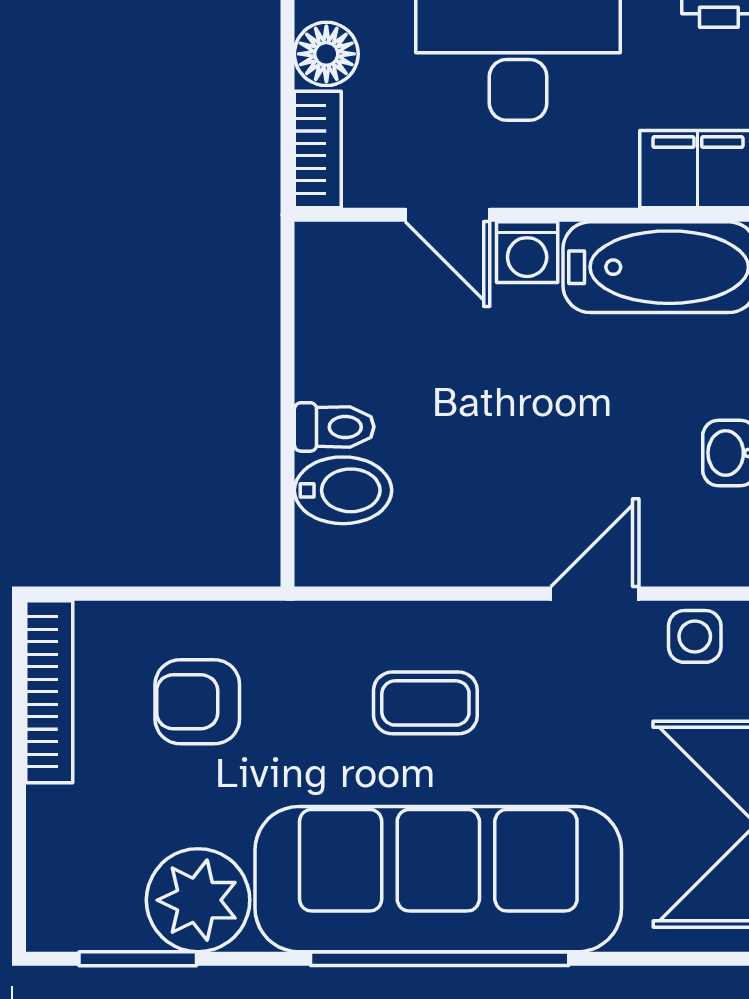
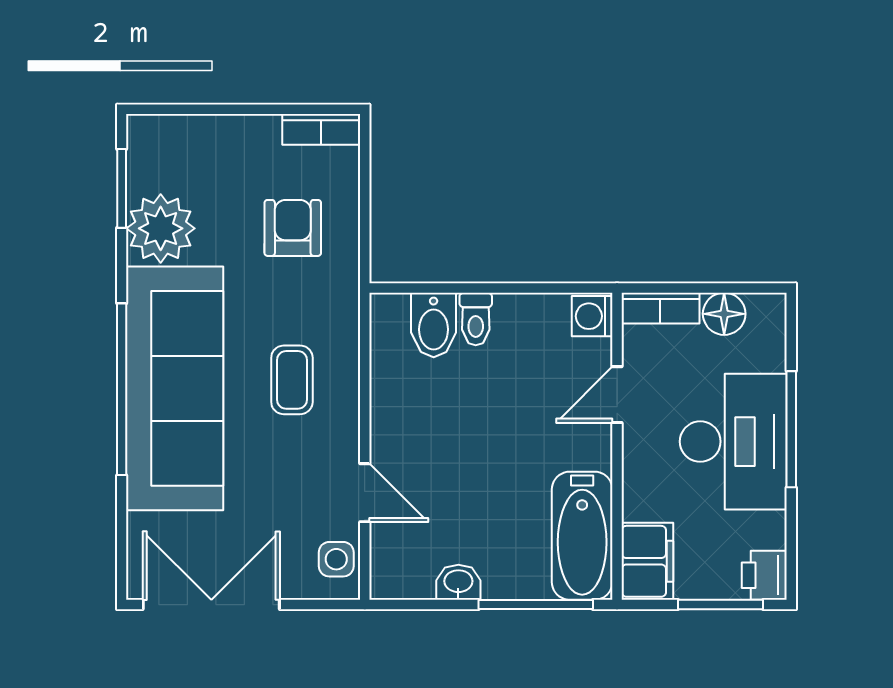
washing machine: (527, 252) -> (592, 316), moved
bookcase: (49, 692) -> (321, 129), width x0.64

